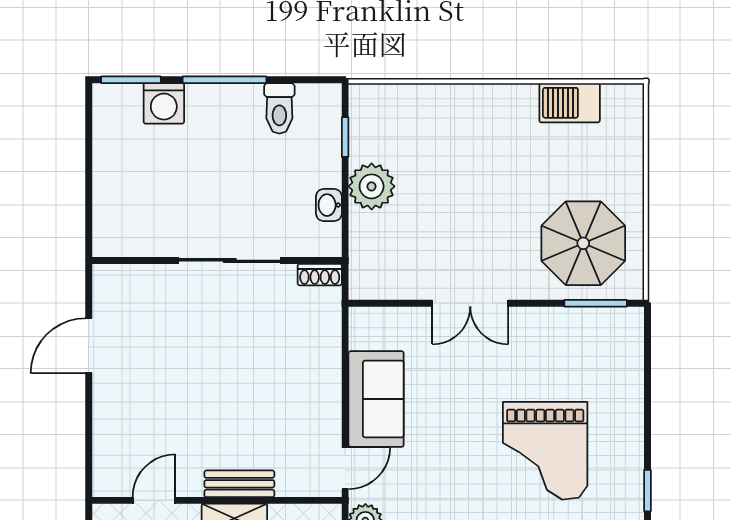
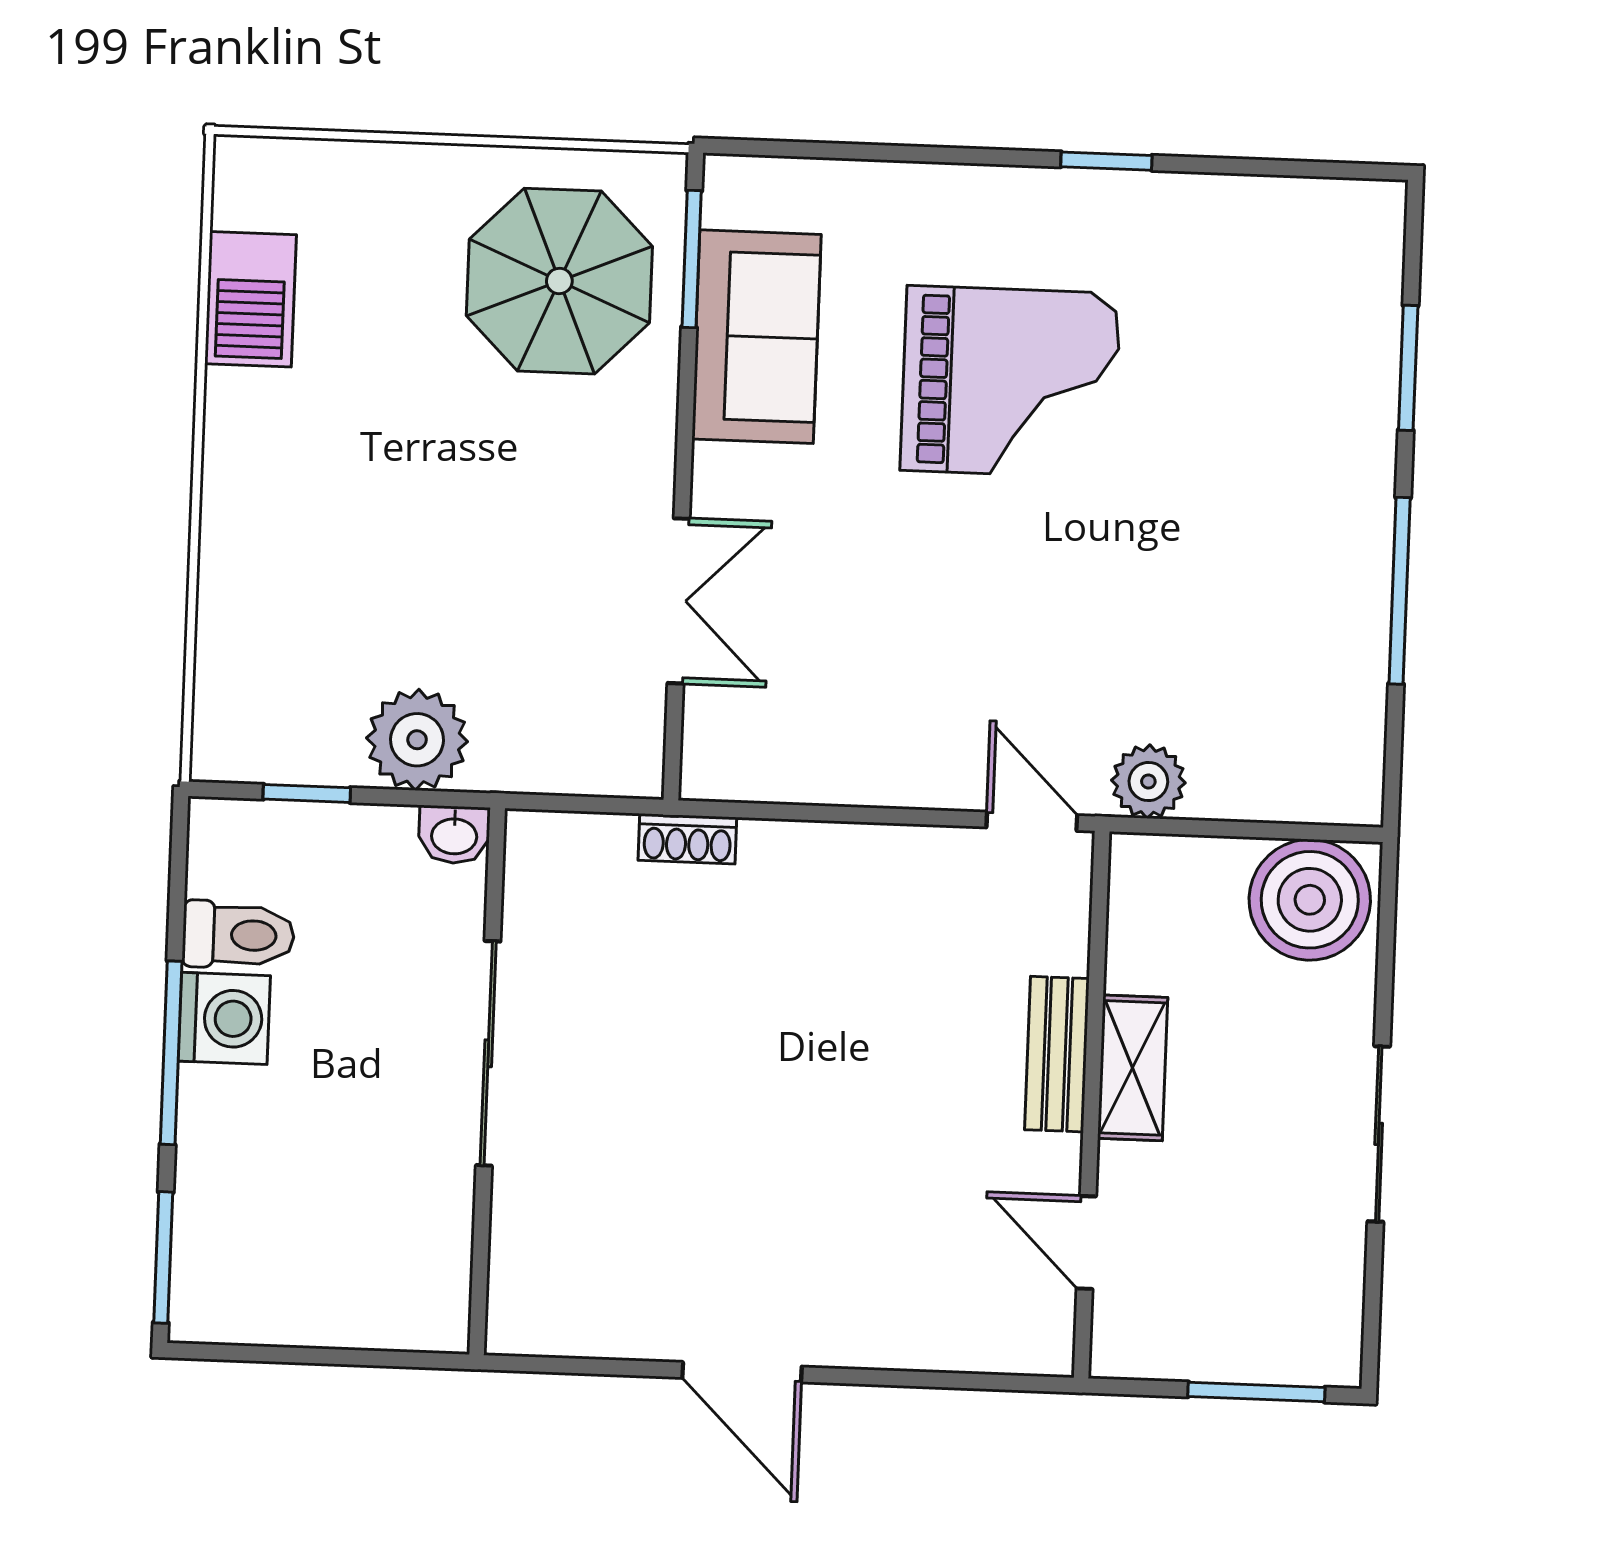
washing machine: (164, 103) -> (224, 1018), moved
wall: (217, 261) -> (487, 1081), moved
sliding door: (230, 261) -> (488, 1053), moved
shoe rack: (320, 275) -> (687, 839), moved, turned 90
double door: (470, 303) -> (679, 601), moved
sofa: (376, 399) -> (757, 337), moved, turned 90

